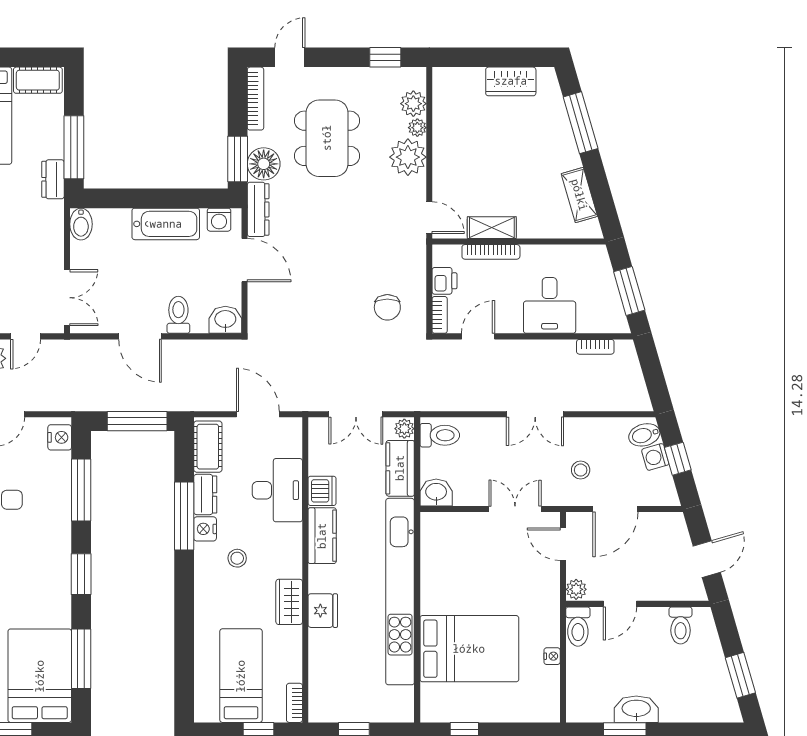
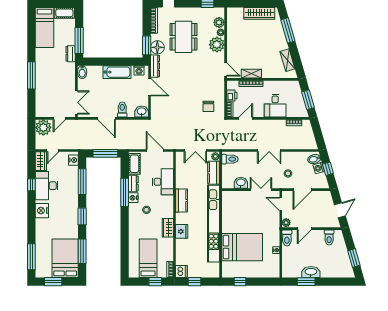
wardrobe: (511, 81) -> (259, 13), width x1.50
dishwasher: (322, 491) -> (181, 271), moved
washbasin: (436, 493) -> (241, 183), moved

